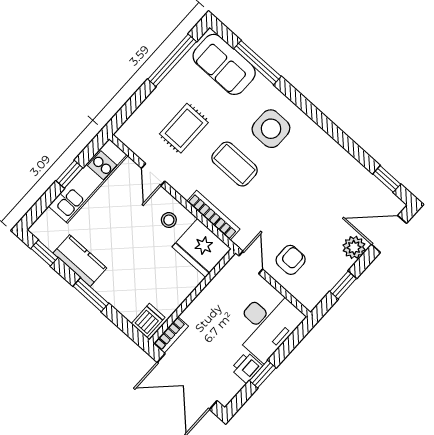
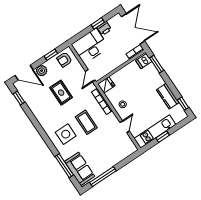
rug: (184, 128) -> (61, 93), moved, turned 90
fridge: (202, 248) -> (106, 85), width x0.53, depth x0.75
armchair: (291, 260) -> (64, 60), moved
window: (91, 295) -> (157, 64), moved

